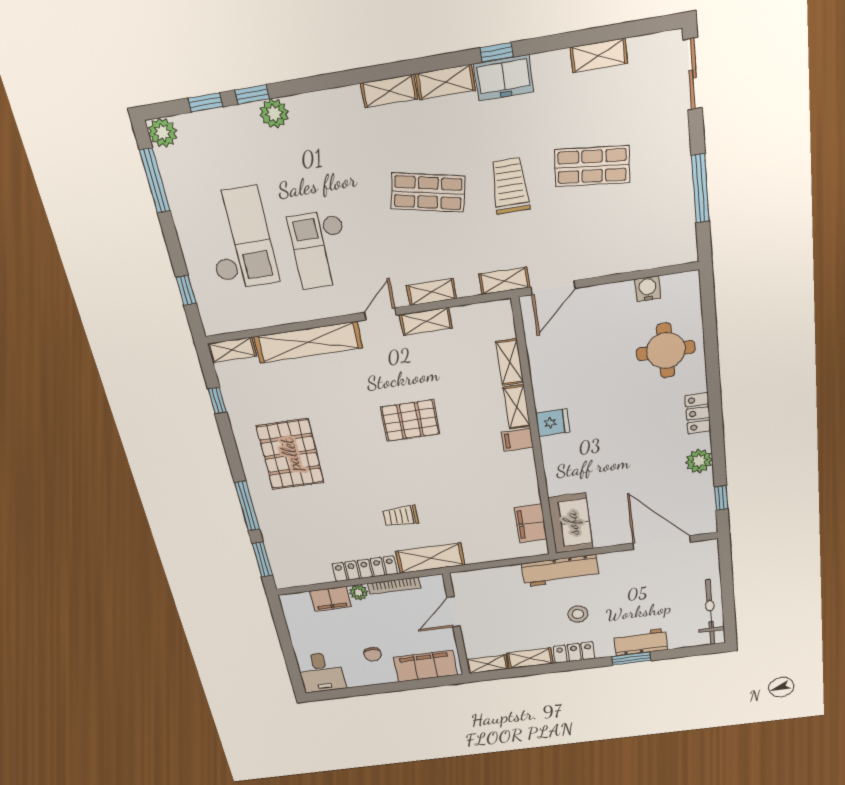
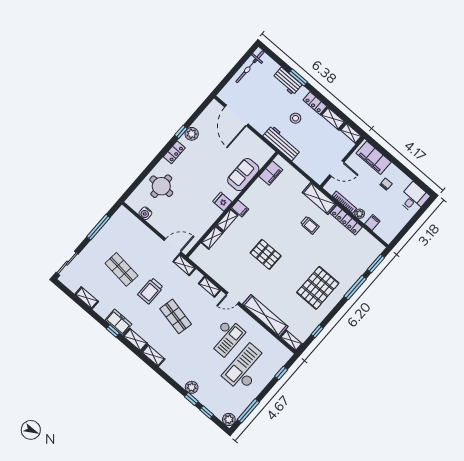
shelving: (426, 321) -> (222, 280), removed
window: (721, 498) -> (181, 132), moved
sofa: (571, 523) -> (243, 175), moved
filing cabinet: (330, 599) -> (372, 222), width x0.50

